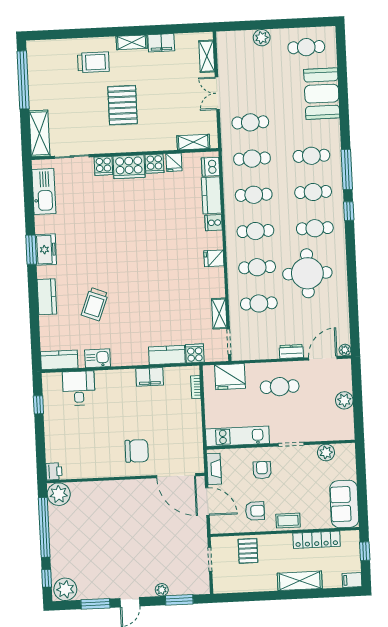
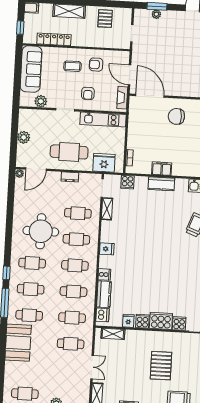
booth: (322, 94) -> (18, 343), moved
dresser: (291, 352) -> (70, 177), moved
kitchen counter: (167, 355) -> (161, 184), moved
cafe table: (280, 387) -> (69, 152), width x1.37, depth x1.35
sofa: (344, 504) -> (31, 69), width x1.36
coffee table: (288, 521) -> (72, 66), moved
pallet: (248, 551) -> (105, 19), moved
plant: (162, 590) -> (156, 14), moved

